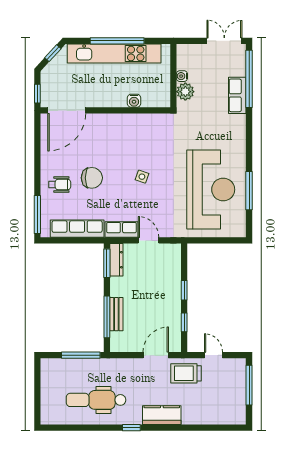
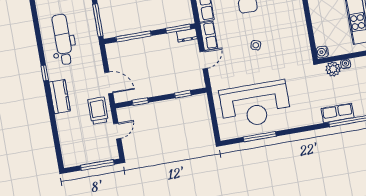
water cooler: (134, 101) -> (322, 52), moved
dresser: (116, 260) -> (187, 35), width x0.70
window: (184, 290) -> (183, 94), moved
bench: (116, 314) -> (137, 44), removed

